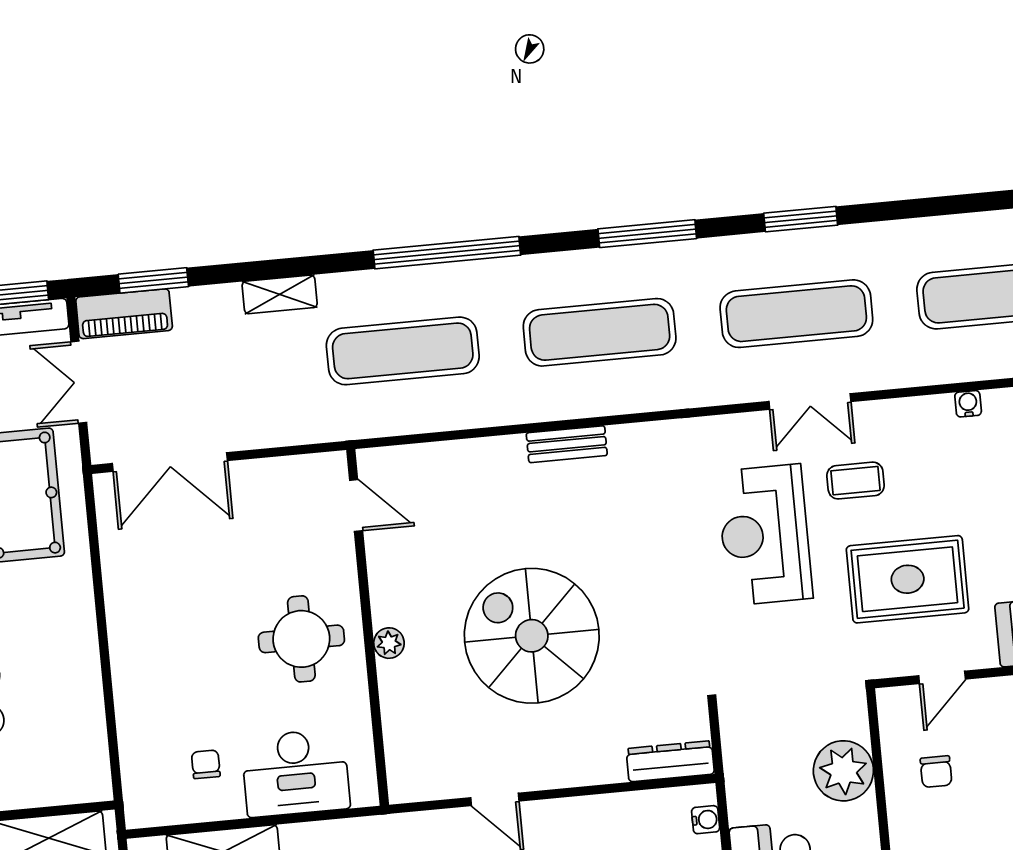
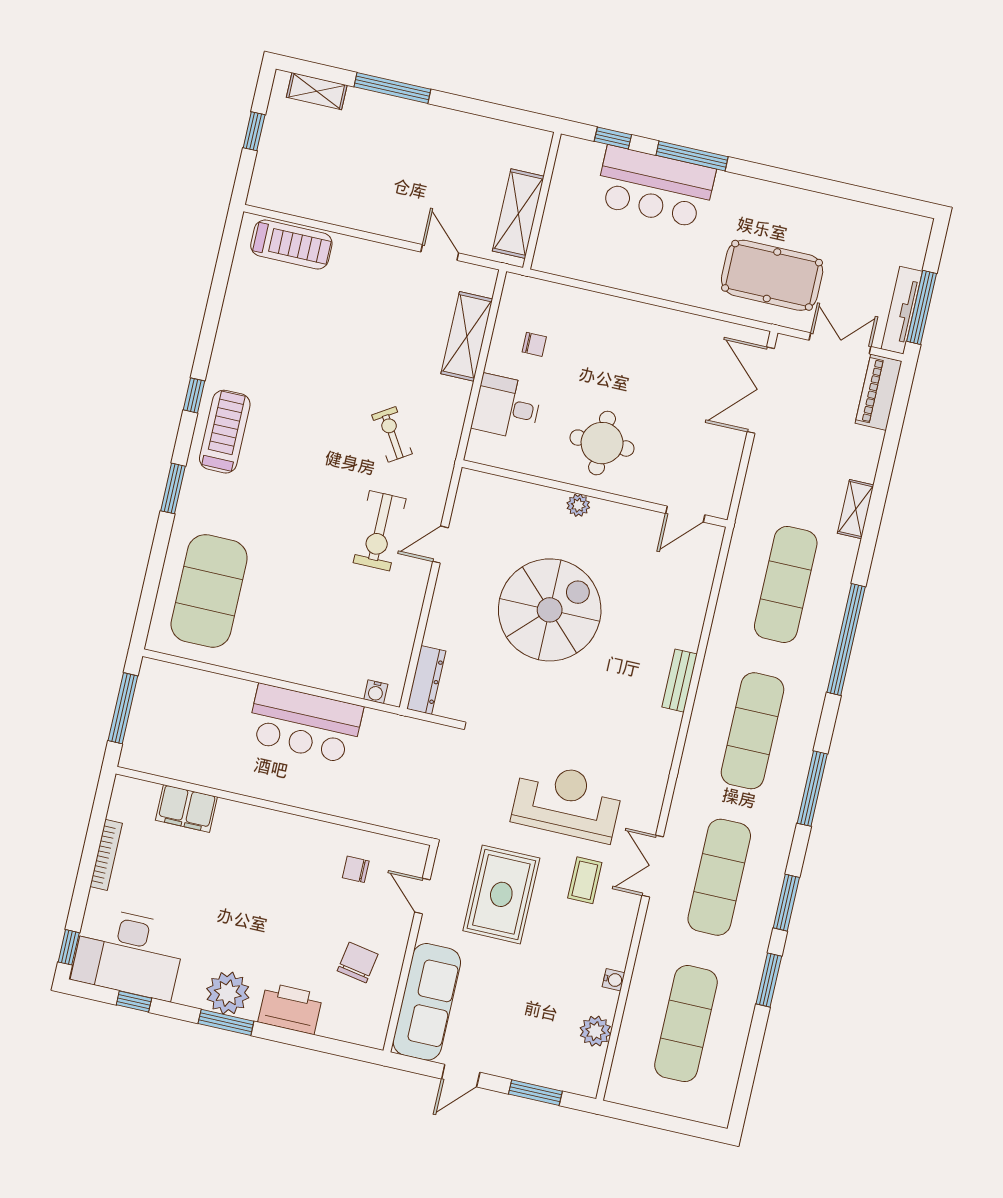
window: (153, 280) -> (769, 980), moved
plant: (843, 771) -> (378, 803), removed
desk: (295, 773) -> (507, 407), width x0.73

